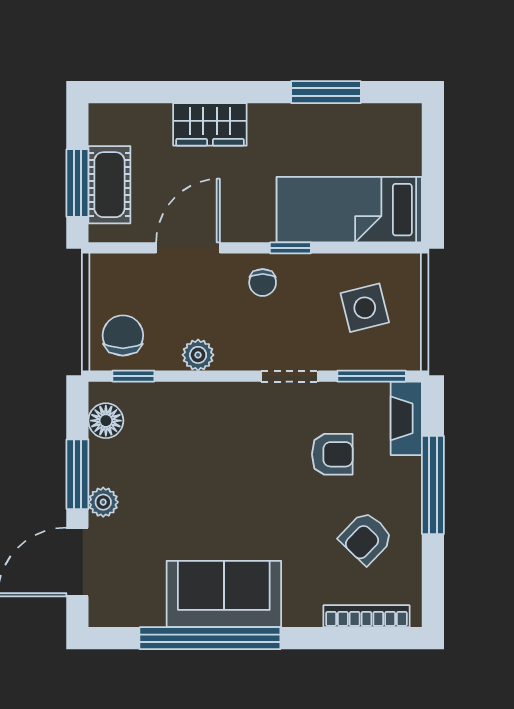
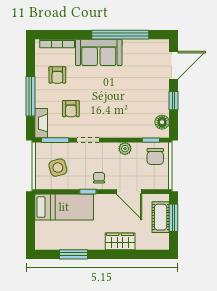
door: (188, 248) -> (129, 192), hinge flipped
armchair: (332, 454) -> (71, 109), turned -90
window: (77, 474) -> (173, 101), width x0.67
plant: (103, 502) -> (163, 89), removed
armchair: (366, 538) -> (57, 75), turned 136
sofa: (224, 594) -> (99, 52), moved

